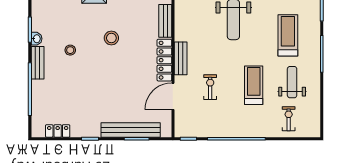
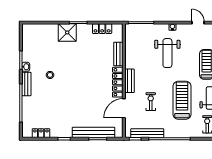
stool: (111, 38) -> (80, 66), removed
treadmill: (254, 85) -> (182, 100), width x1.37, depth x1.38
bench: (205, 131) -> (147, 133), added

